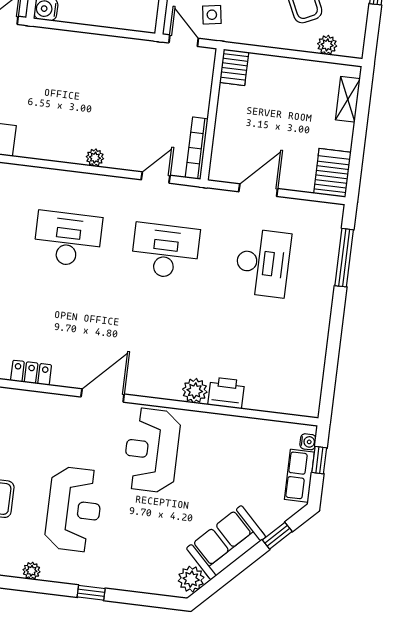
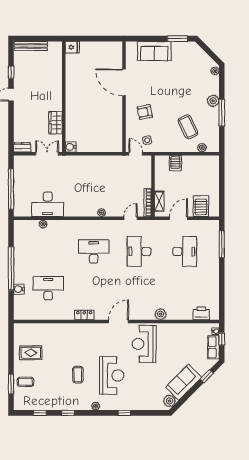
server rack: (234, 67) -> (175, 163), moved
shelving: (348, 99) -> (159, 201), moved
server rack: (332, 173) -> (201, 206), moved
desk: (165, 251) -> (139, 251), turned -90
printer: (226, 393) -> (201, 313), moved

